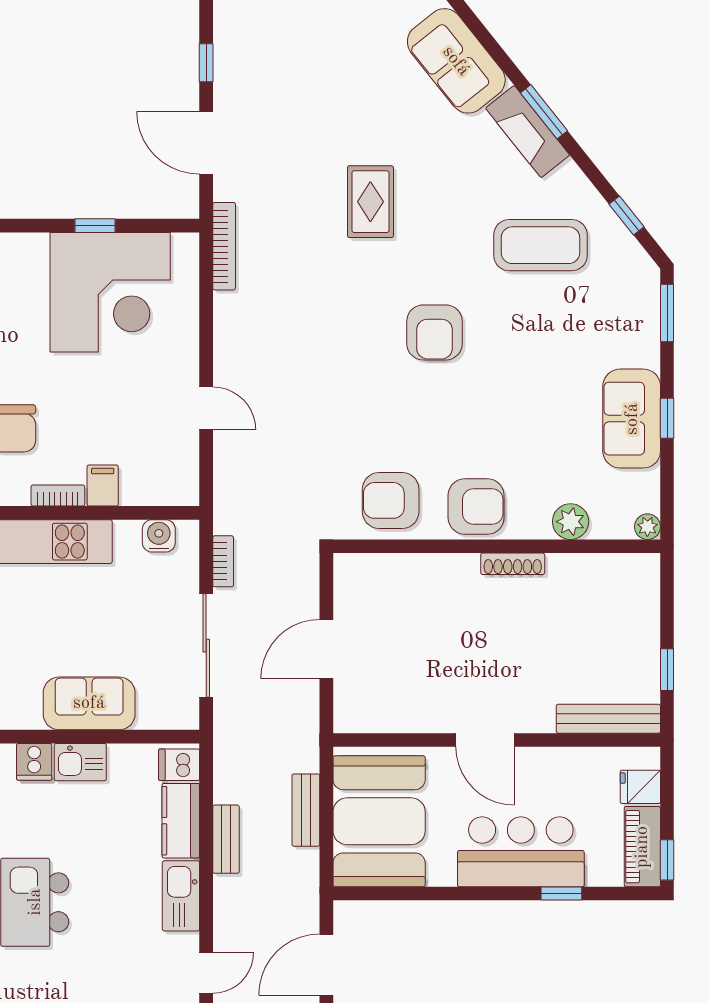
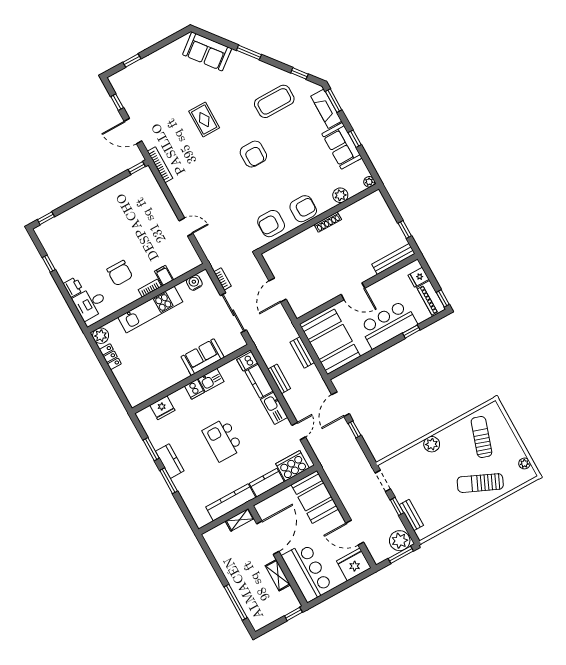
fireplace: (528, 132) -> (326, 109), moved, turned 39
window: (95, 226) -> (137, 168), moved
corner desk: (110, 292) -> (128, 204), removed

